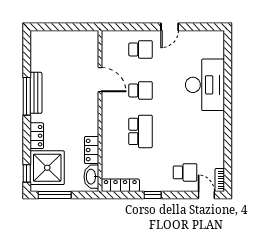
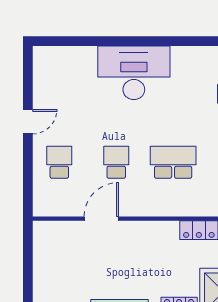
door: (170, 27) -> (28, 122), hinge flipped
desk: (205, 85) -> (134, 73), moved

